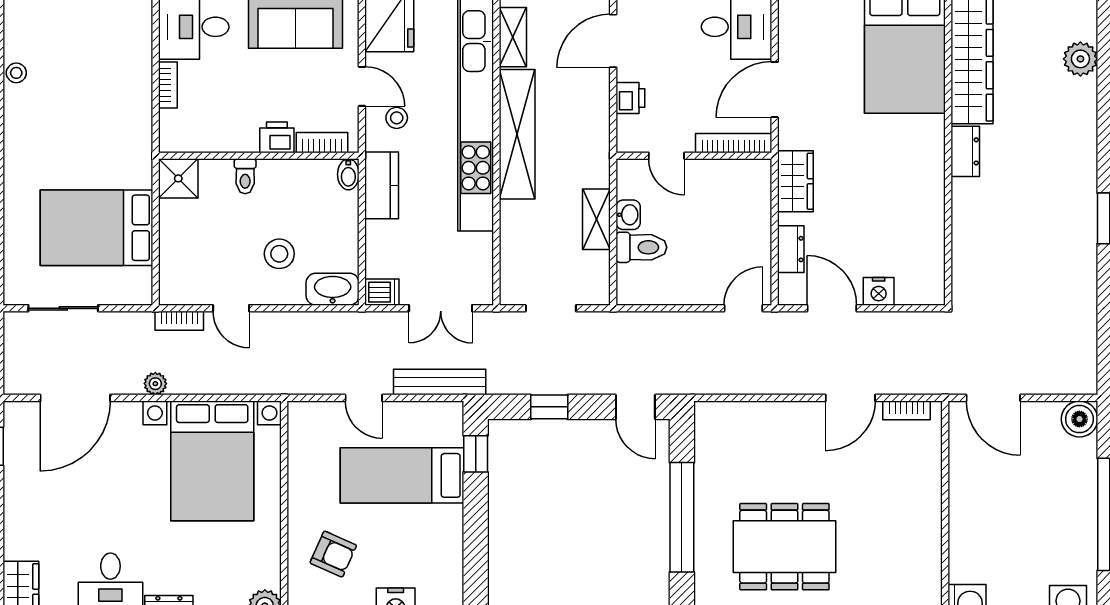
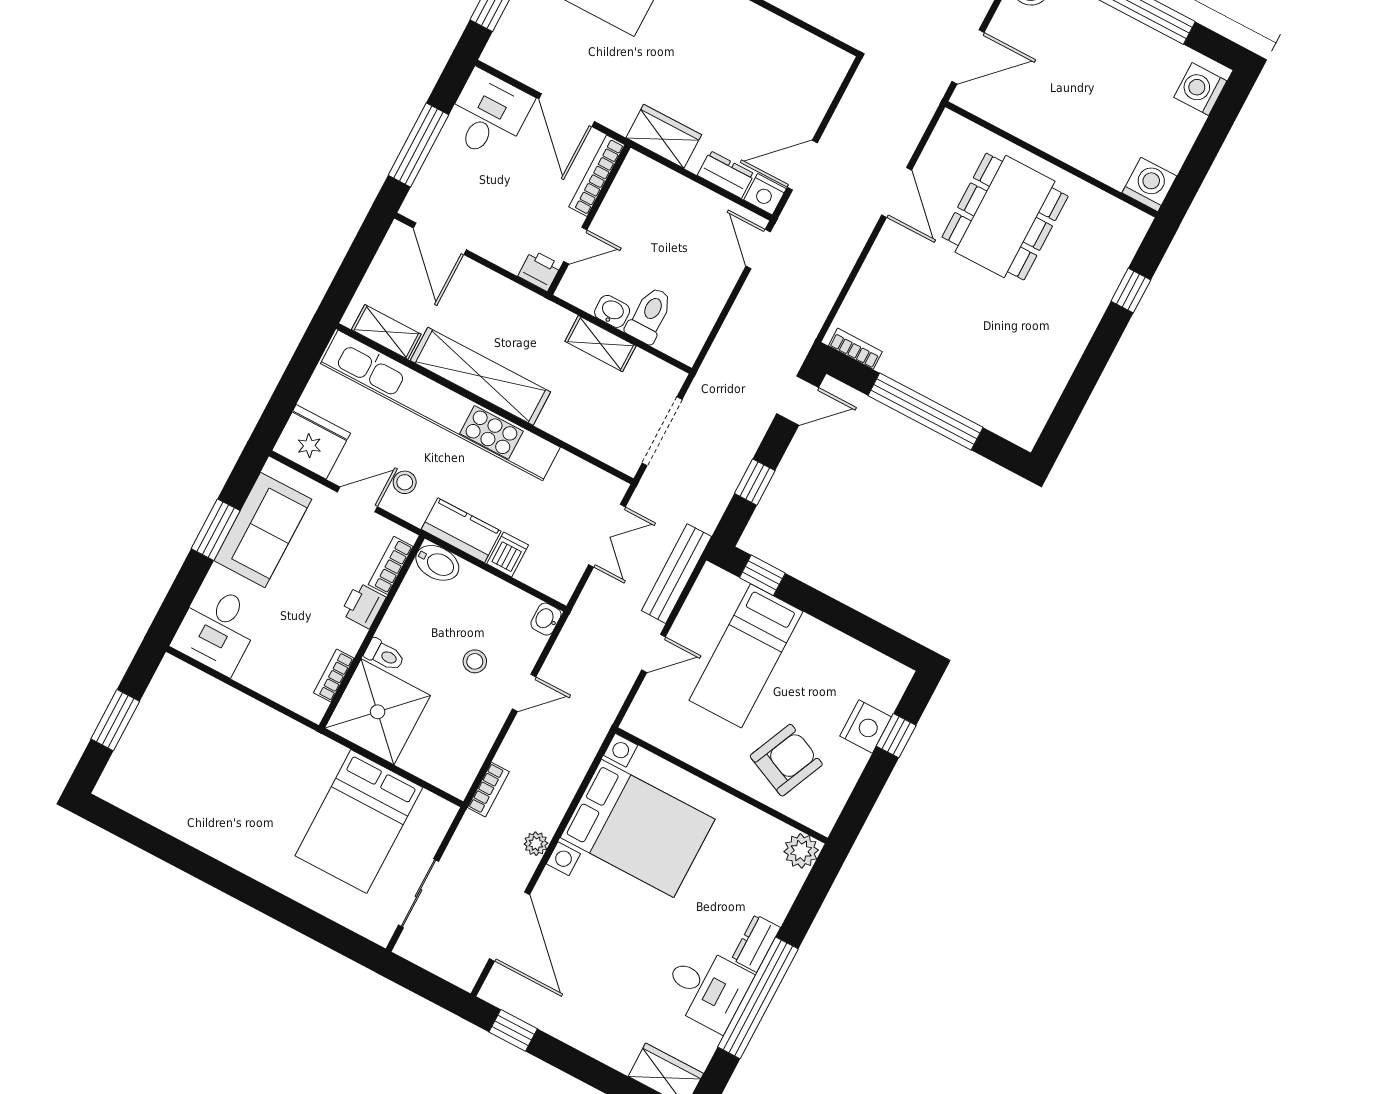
stool: (16, 73) -> (172, 820), removed
bookcase: (168, 85) -> (334, 676), moved, turned -90
printer: (630, 98) -> (540, 270), moved
bidet: (348, 174) -> (437, 563), width x1.38, depth x1.36
shower: (178, 178) -> (378, 712), width x1.86, depth x1.86
stool: (279, 254) -> (475, 661), width x0.73, depth x0.73
washbasin: (333, 289) -> (546, 619), width x0.52, depth x0.69
nightstand: (879, 291) -> (765, 194), moved, turned 90
dishwasher: (382, 292) -> (508, 554), moved
door: (231, 308) -> (524, 693), moved
doorway: (551, 308) -> (662, 431), width x1.38
bookcase: (906, 410) -> (855, 349), moved, turned -90
dining table: (784, 547) -> (1005, 217), moved
armchair: (333, 554) -> (786, 760), width x1.38, depth x1.38

